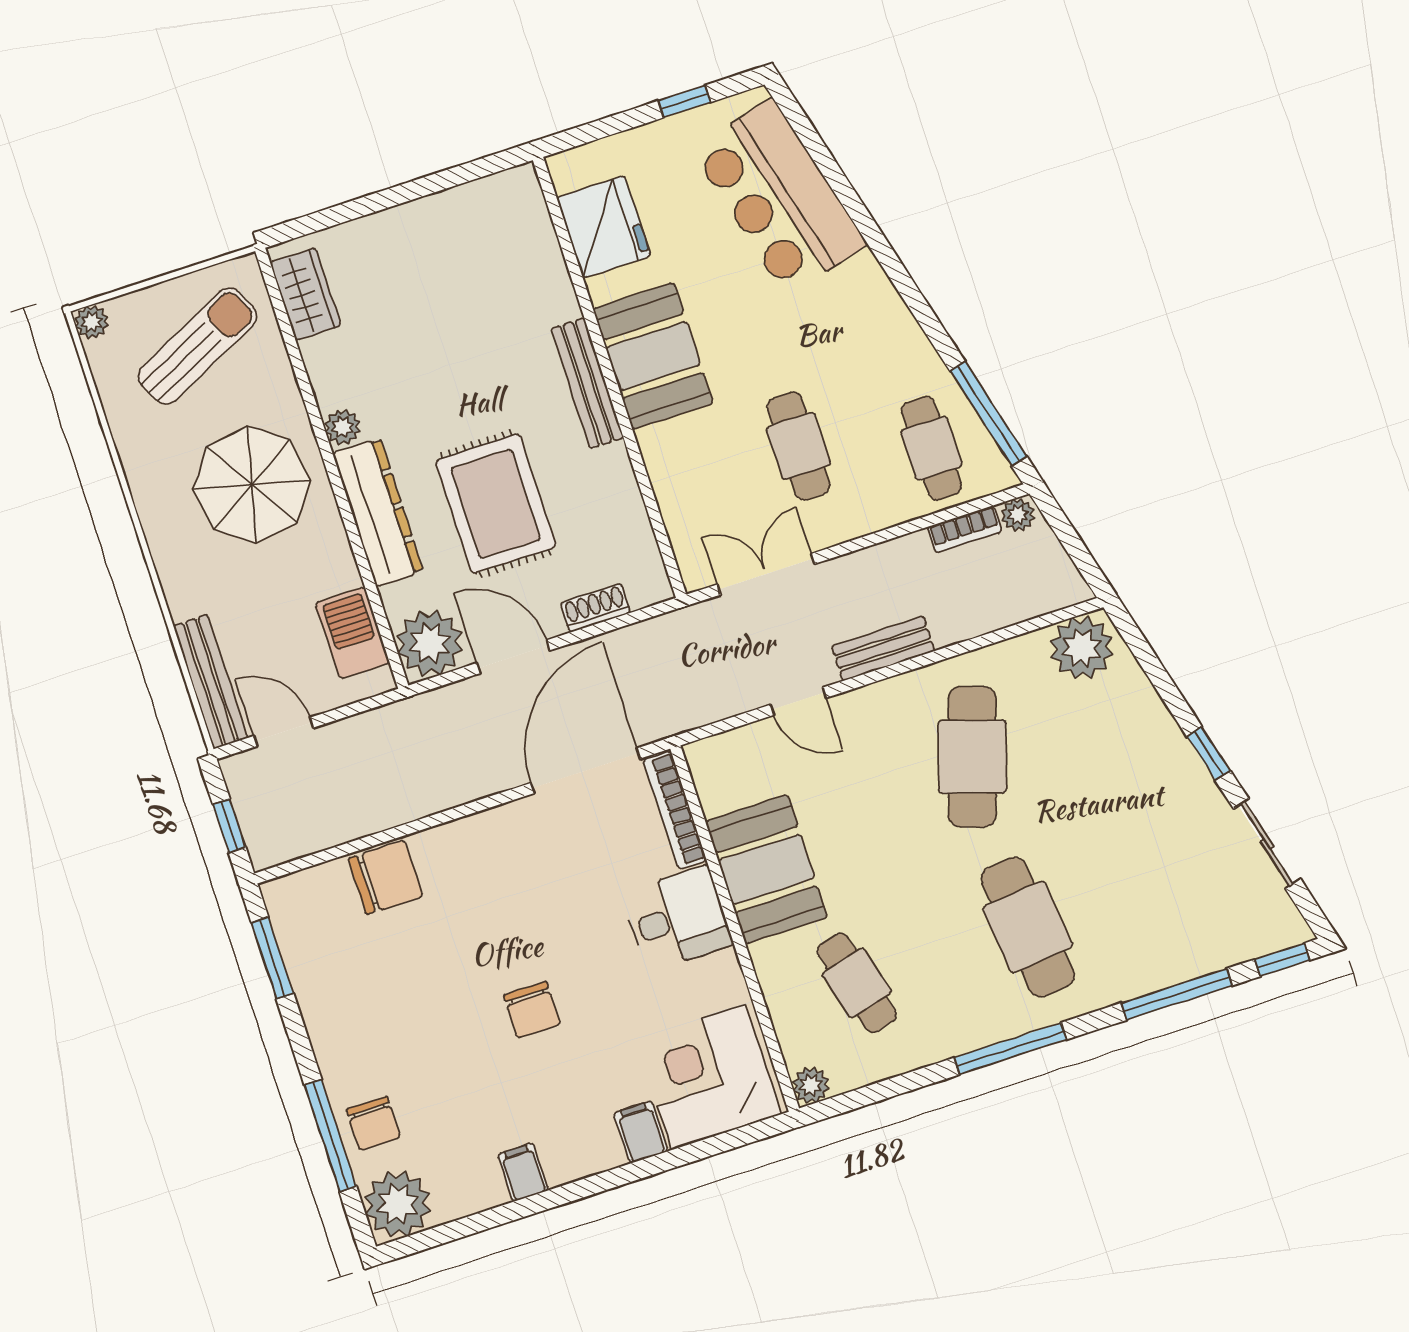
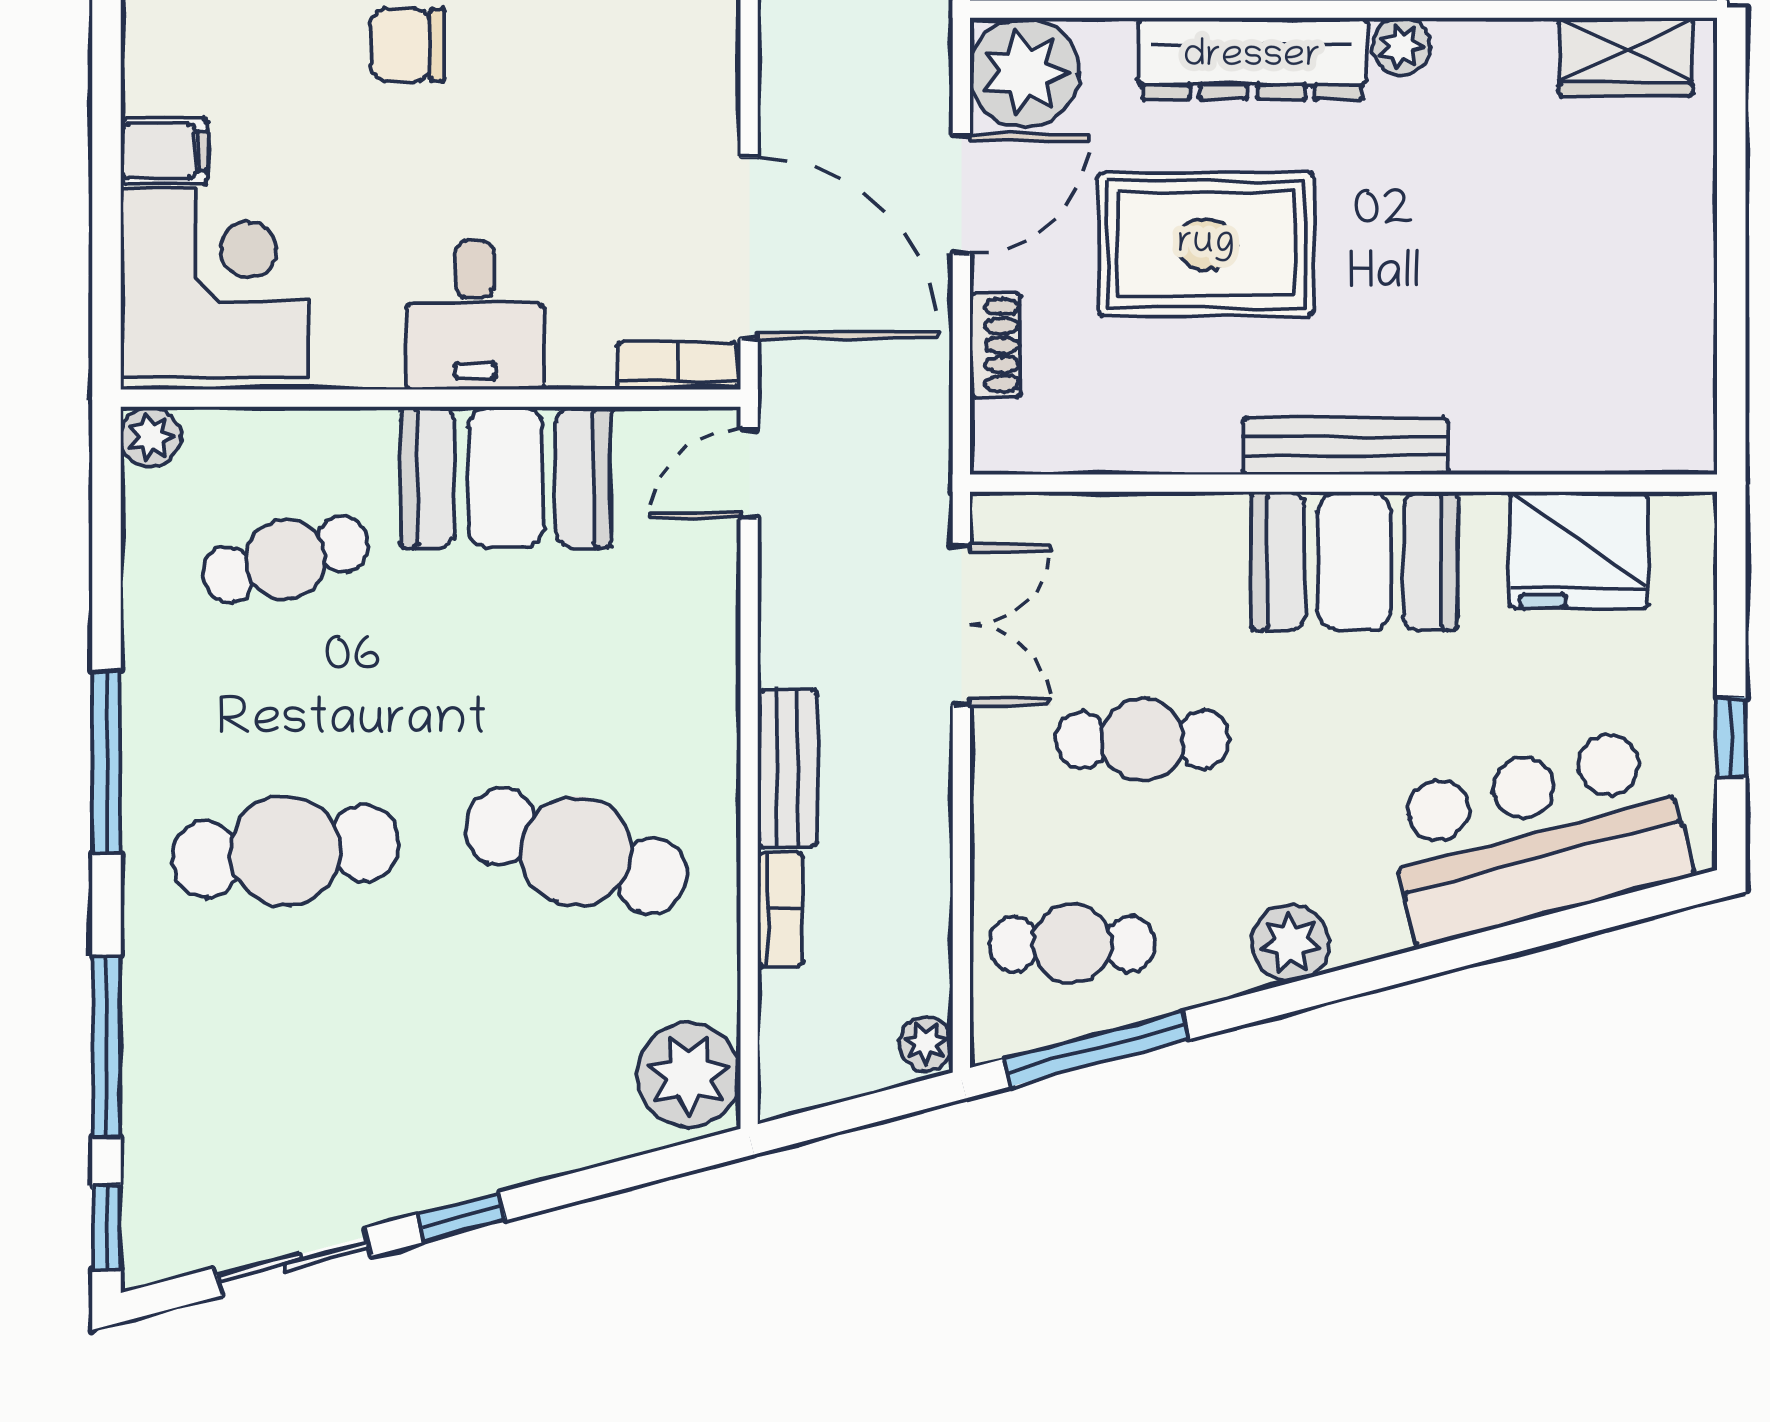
plant: (889, 320) -> (1290, 943), added
bookcase: (965, 529) -> (780, 909), moved, turned 180
door: (798, 701) -> (749, 473), moved
bookcase: (675, 810) -> (677, 366), width x0.64

